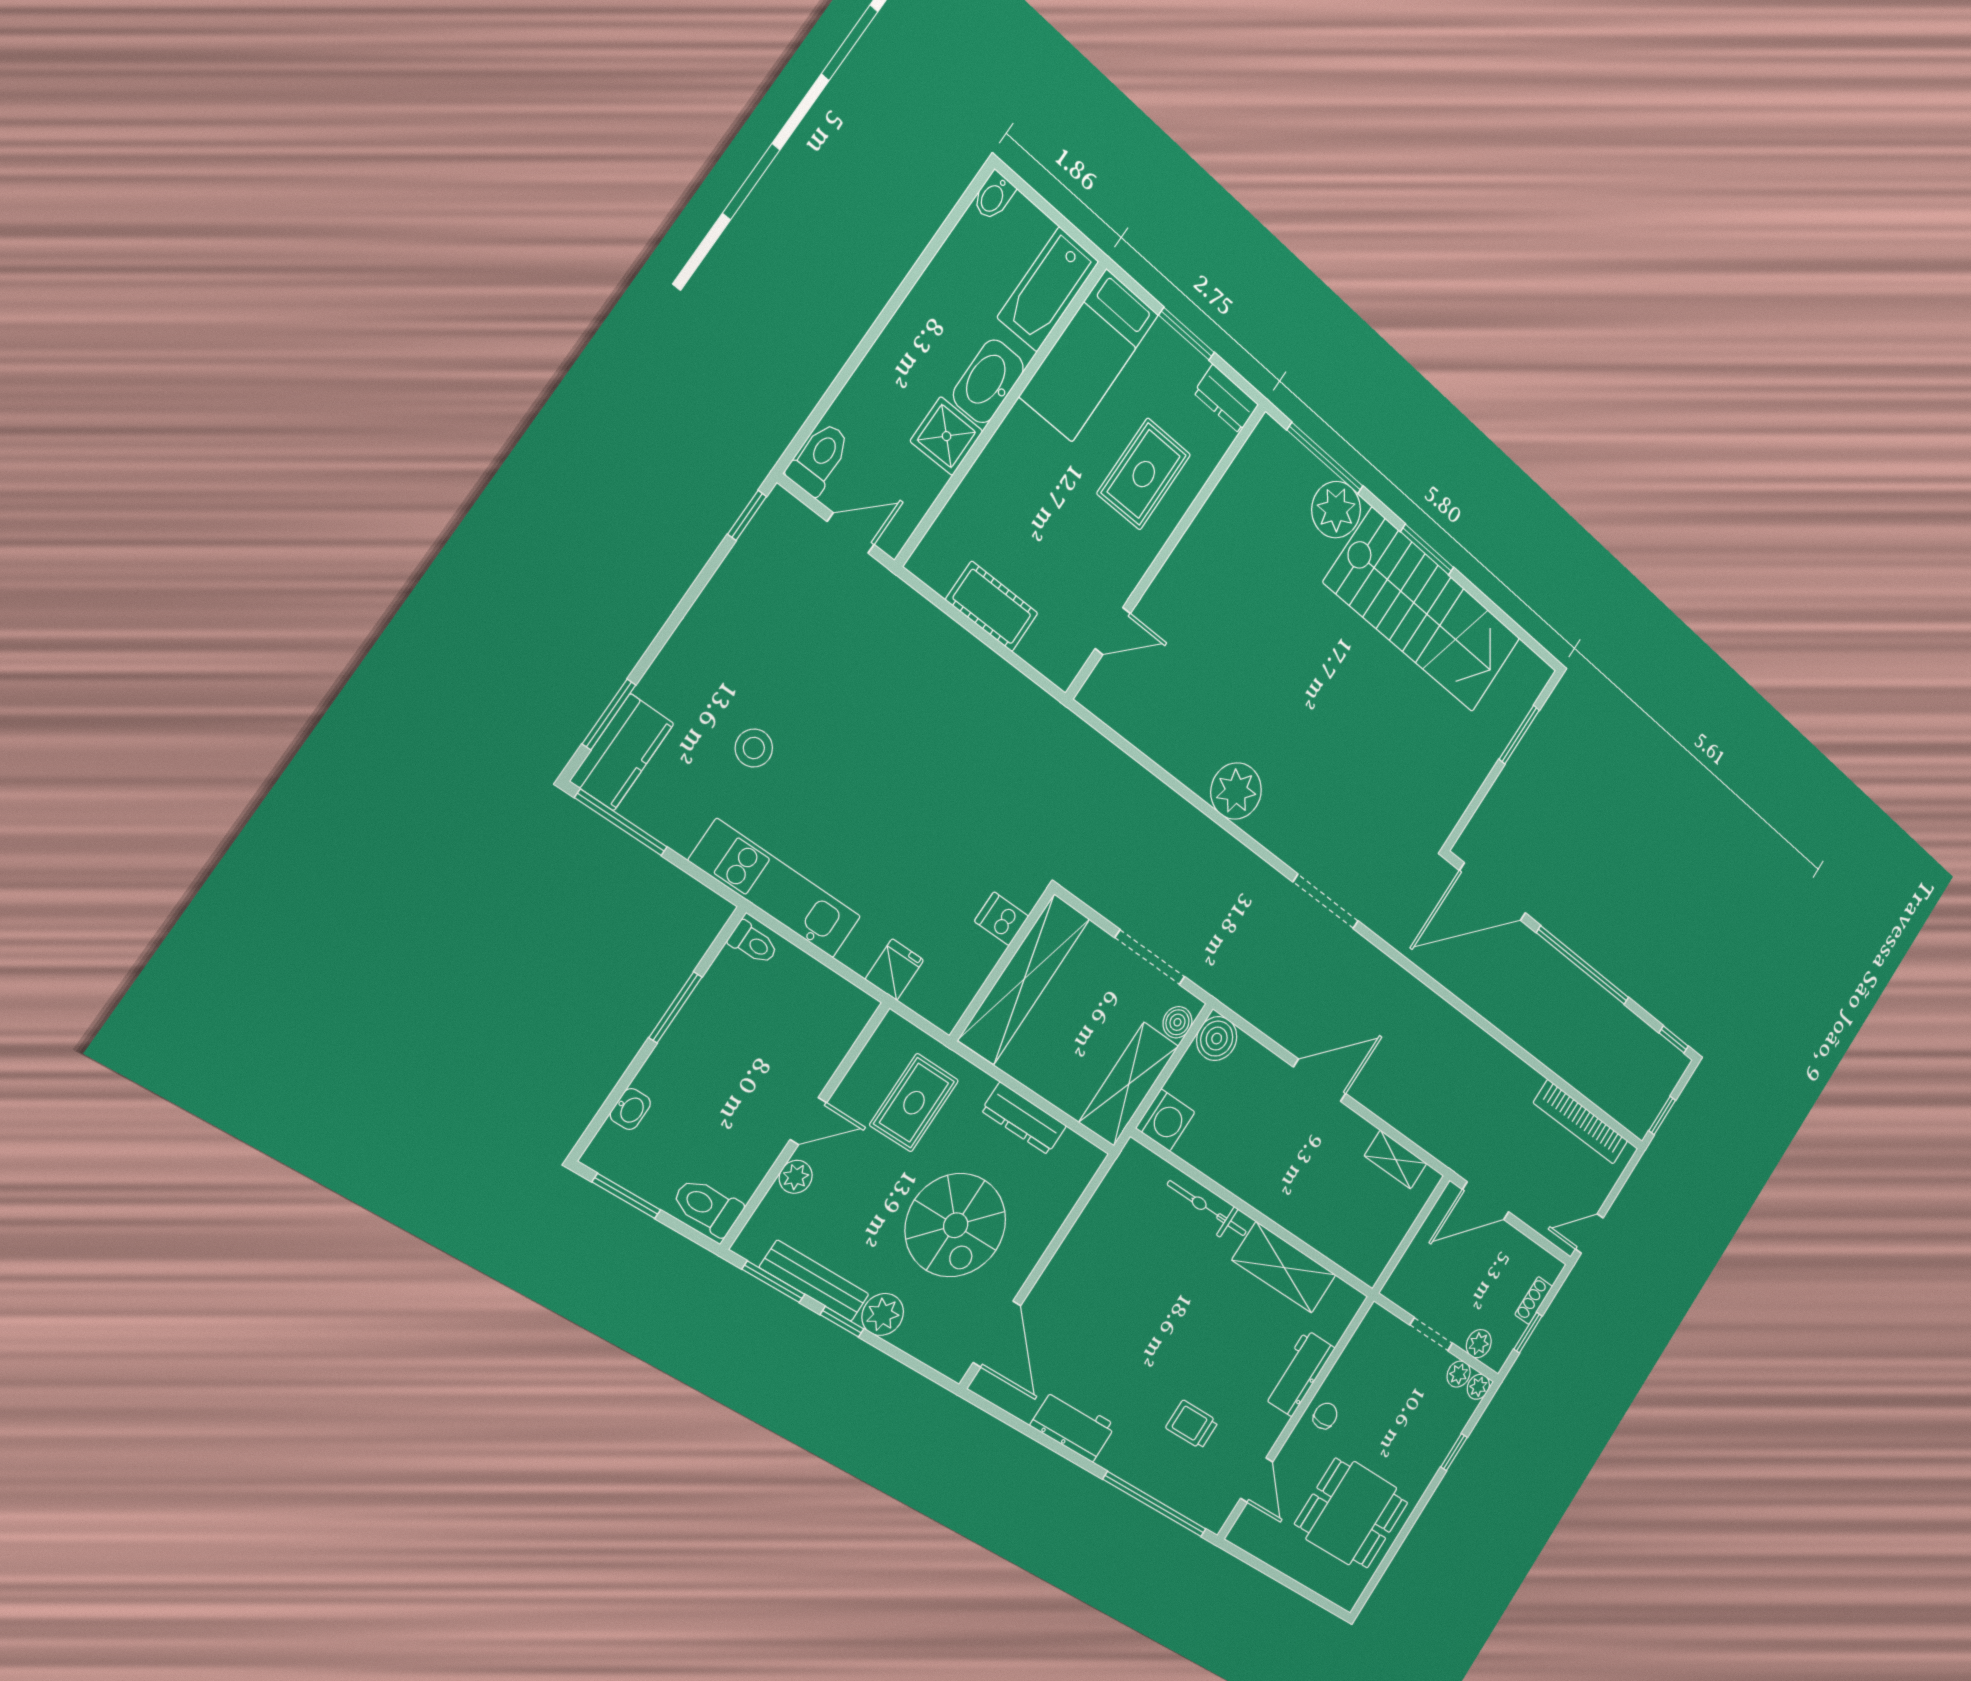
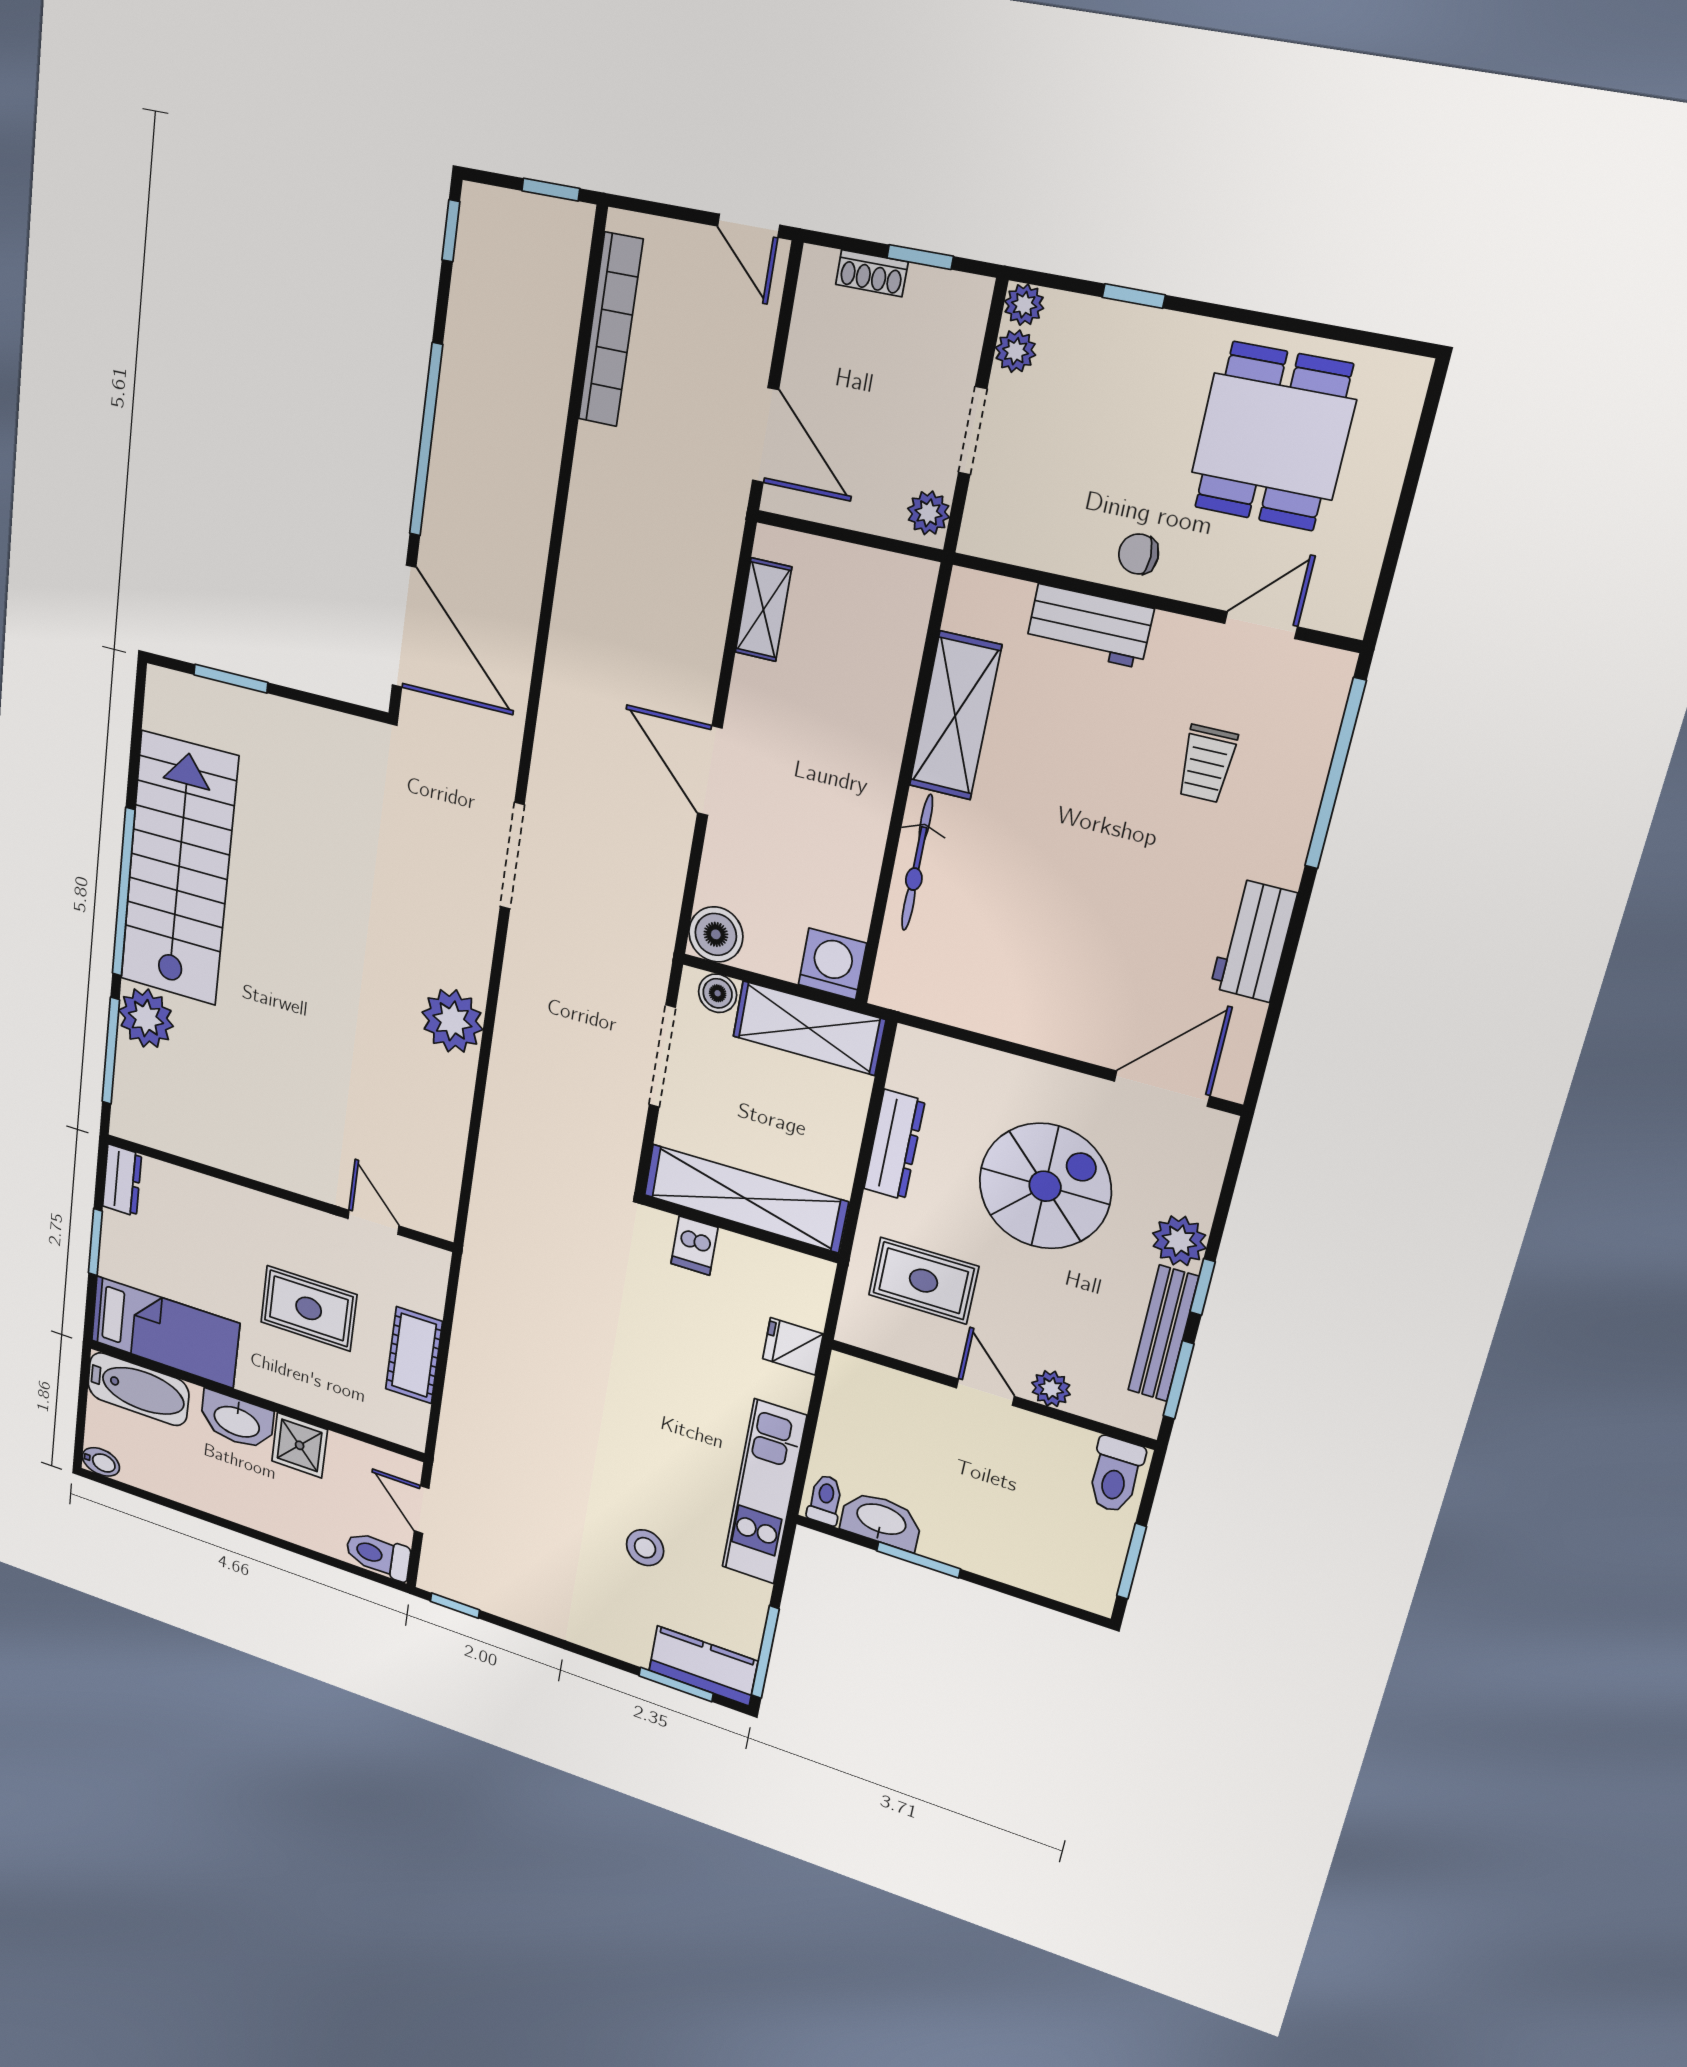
rug: (1144, 474) -> (309, 1308), moved
window: (1427, 550) -> (124, 892), width x2.11
washbasin: (630, 1109) -> (881, 1520), moved, width x1.91, depth x1.45
plant: (1479, 1344) -> (928, 513), moved

